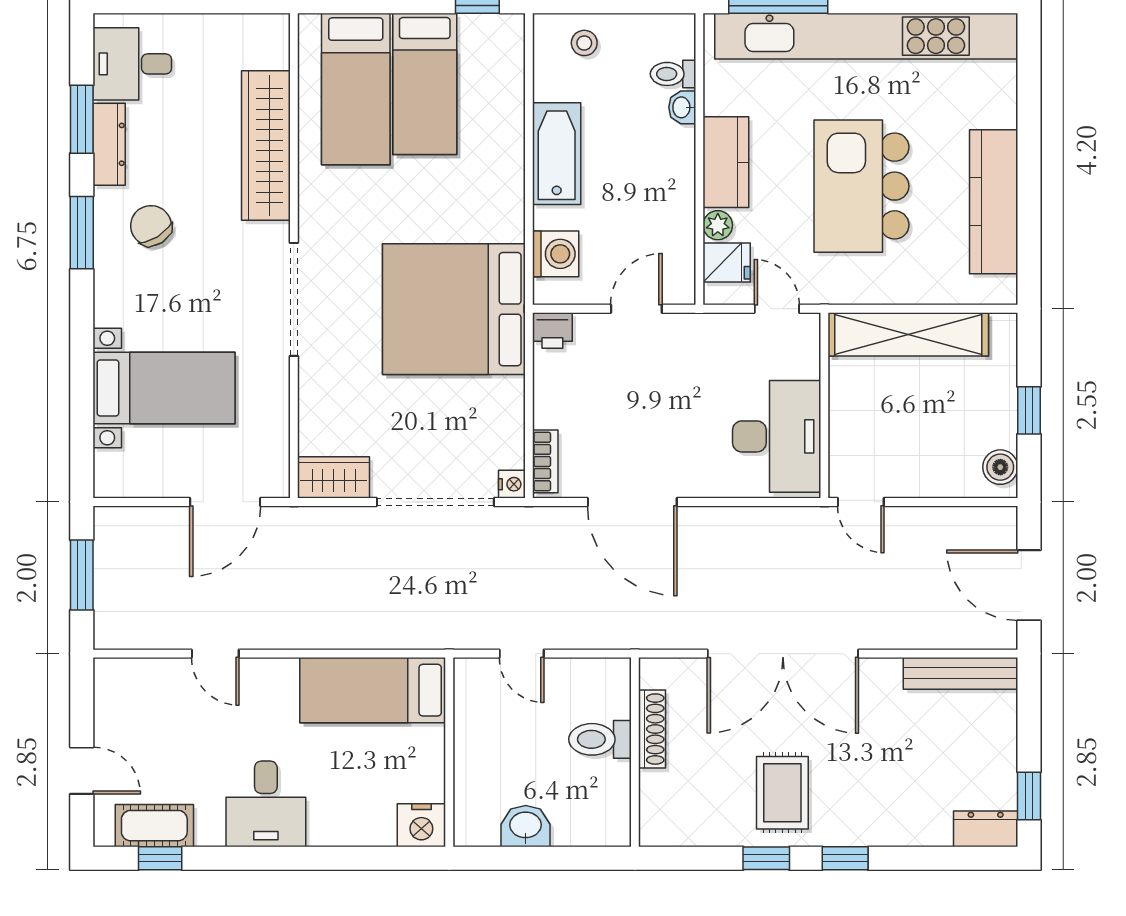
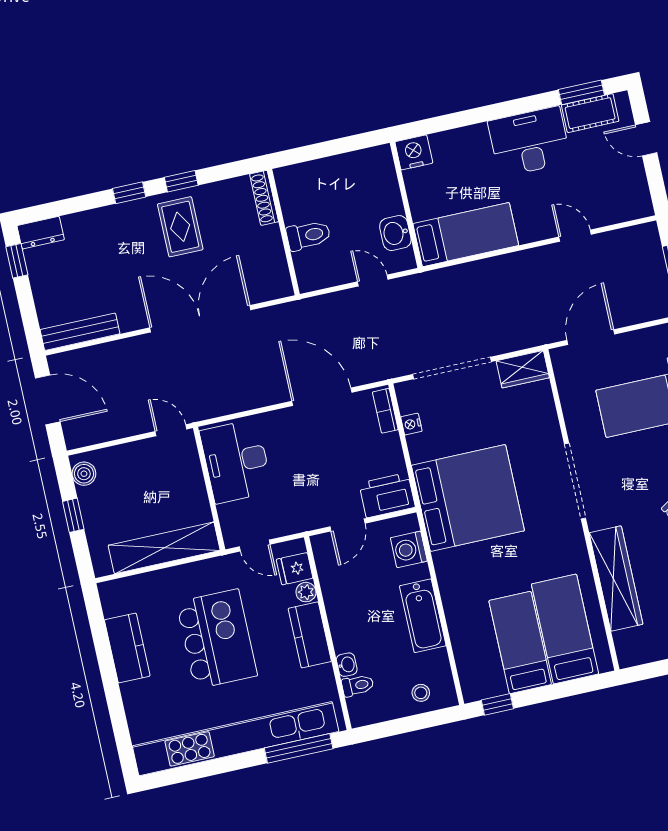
kitchen counter: (994, 202) -> (127, 648), width x0.67
printer: (552, 331) -> (387, 495), width x1.87, depth x1.48
nightstand: (512, 484) -> (411, 424), moved
shoe rack: (652, 729) -> (264, 198), moved
desk: (266, 804) -> (529, 142), width x1.37
washbasin: (526, 826) -> (395, 233), moved, turned 90
window: (160, 858) -> (581, 92), width x1.50

